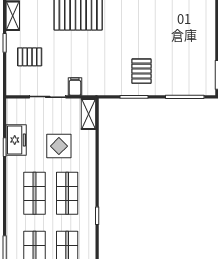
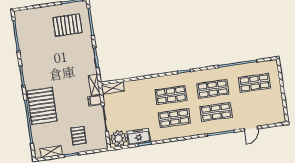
pallet: (141, 71) -> (67, 25), moved, width x1.50, depth x1.42
shelving: (97, 89) -> (94, 85), added
plant: (18, 112) -> (119, 138), added
display table: (59, 146) -> (138, 106), removed

